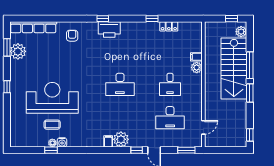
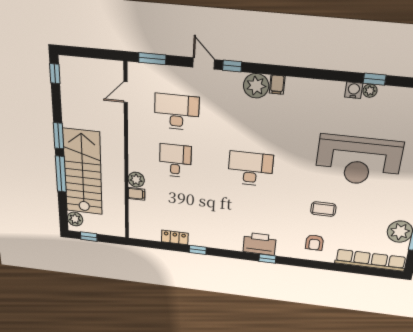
coffee table: (52, 125) -> (323, 209), moved

